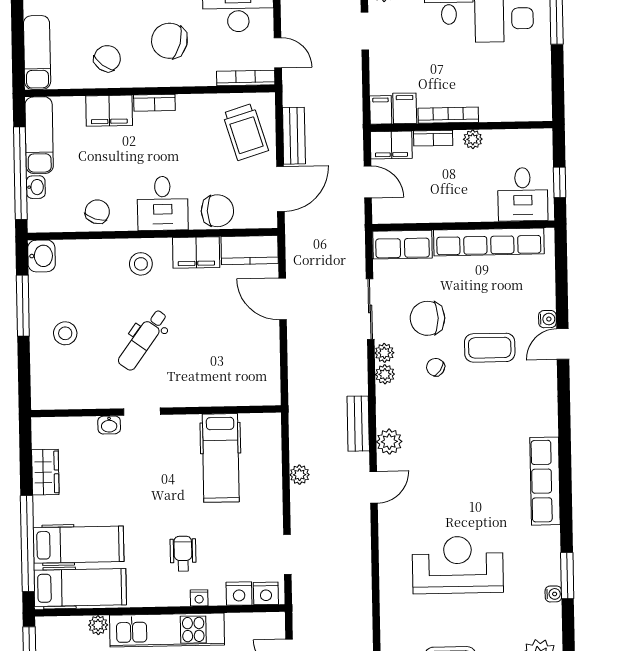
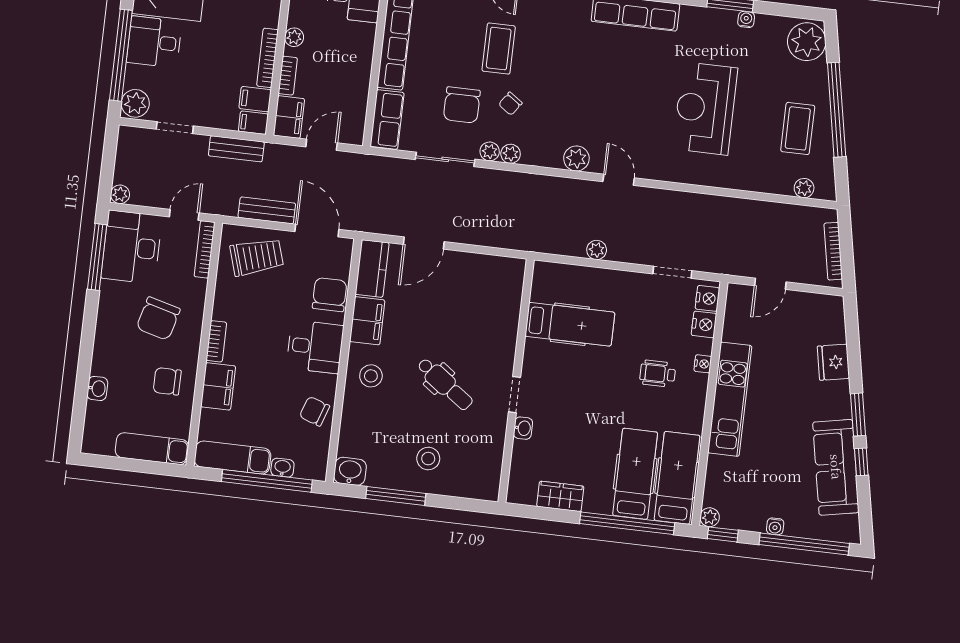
chair: (107, 59) -> (167, 381), turned -37
bench: (358, 424) -> (236, 149), moved
plant: (98, 625) -> (710, 517), moved

